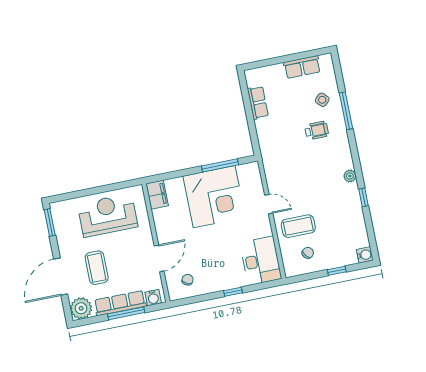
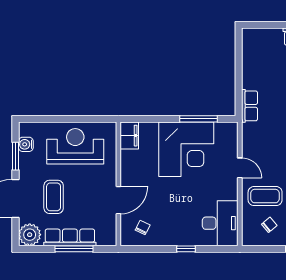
row of seats: (258, 103) -> (249, 106), moved
window: (50, 222) -> (15, 156), moved
water cooler: (153, 298) -> (26, 144), moved, turned 90

